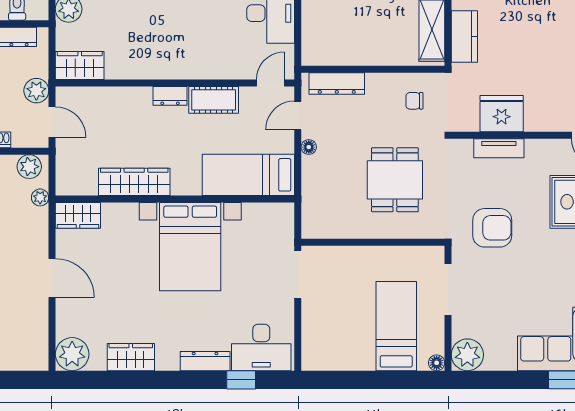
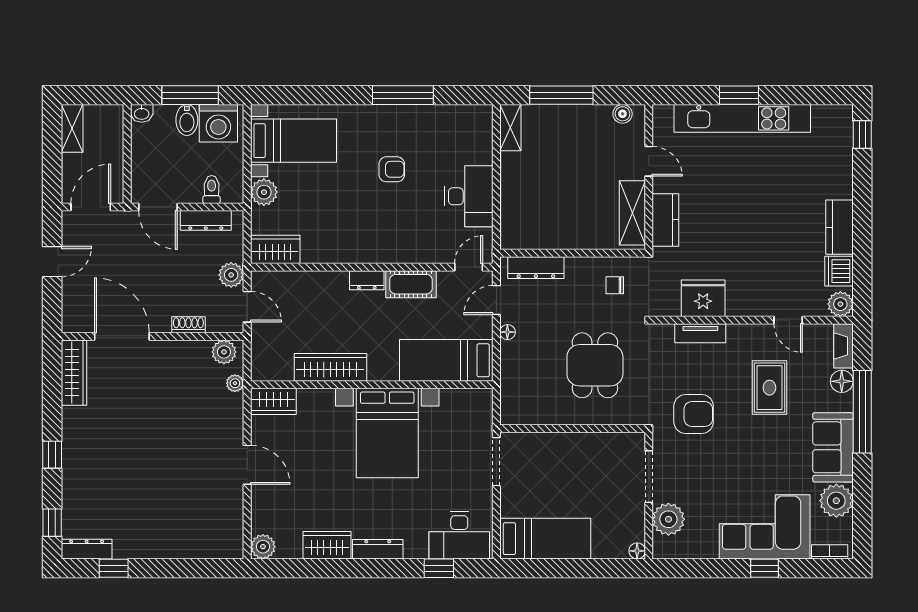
bed: (396, 326) -> (545, 539), moved, turned 90
plant: (72, 354) -> (263, 547), width x0.73, depth x0.73
plant: (467, 355) -> (668, 519), moved
dresser: (205, 361) -> (378, 549), moved

